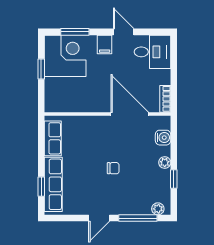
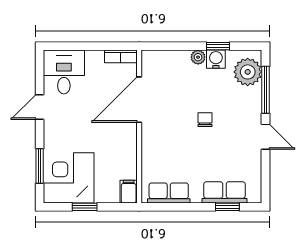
filing cabinet: (105, 45) -> (129, 192), moved, turned -90
water cooler: (163, 138) -> (216, 59), moved
row of seats: (53, 184) -> (224, 192), width x0.68
plant: (158, 209) -> (248, 72), width x1.88, depth x1.88

